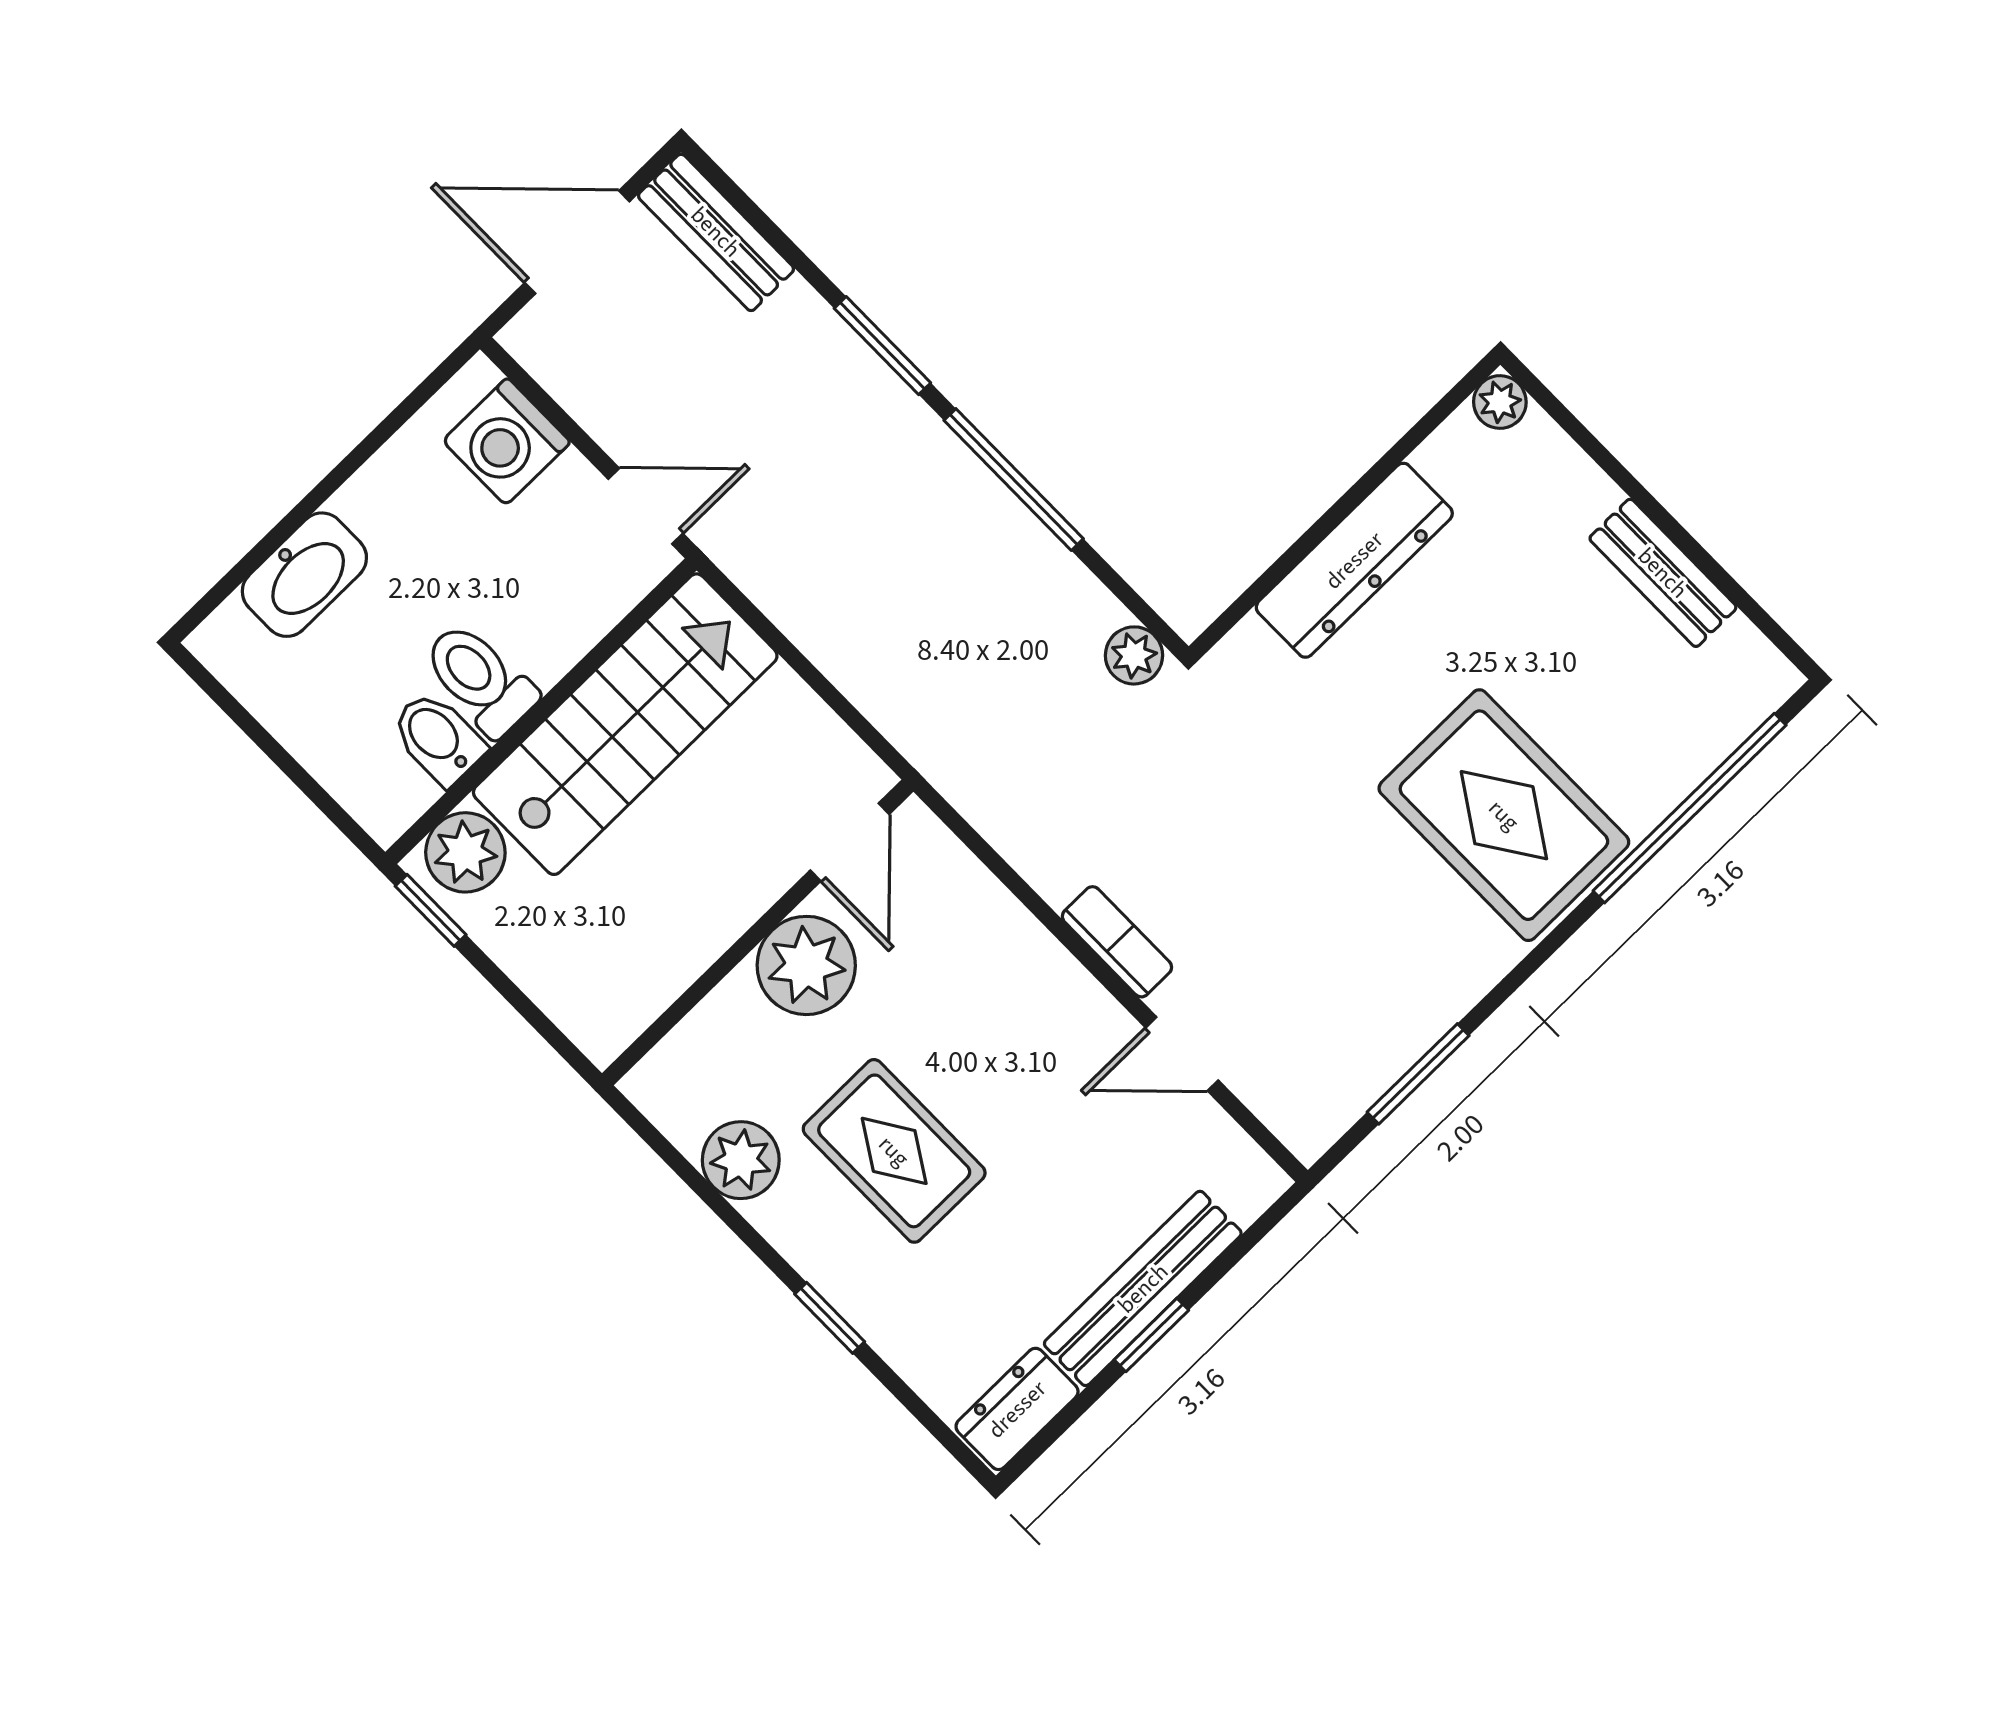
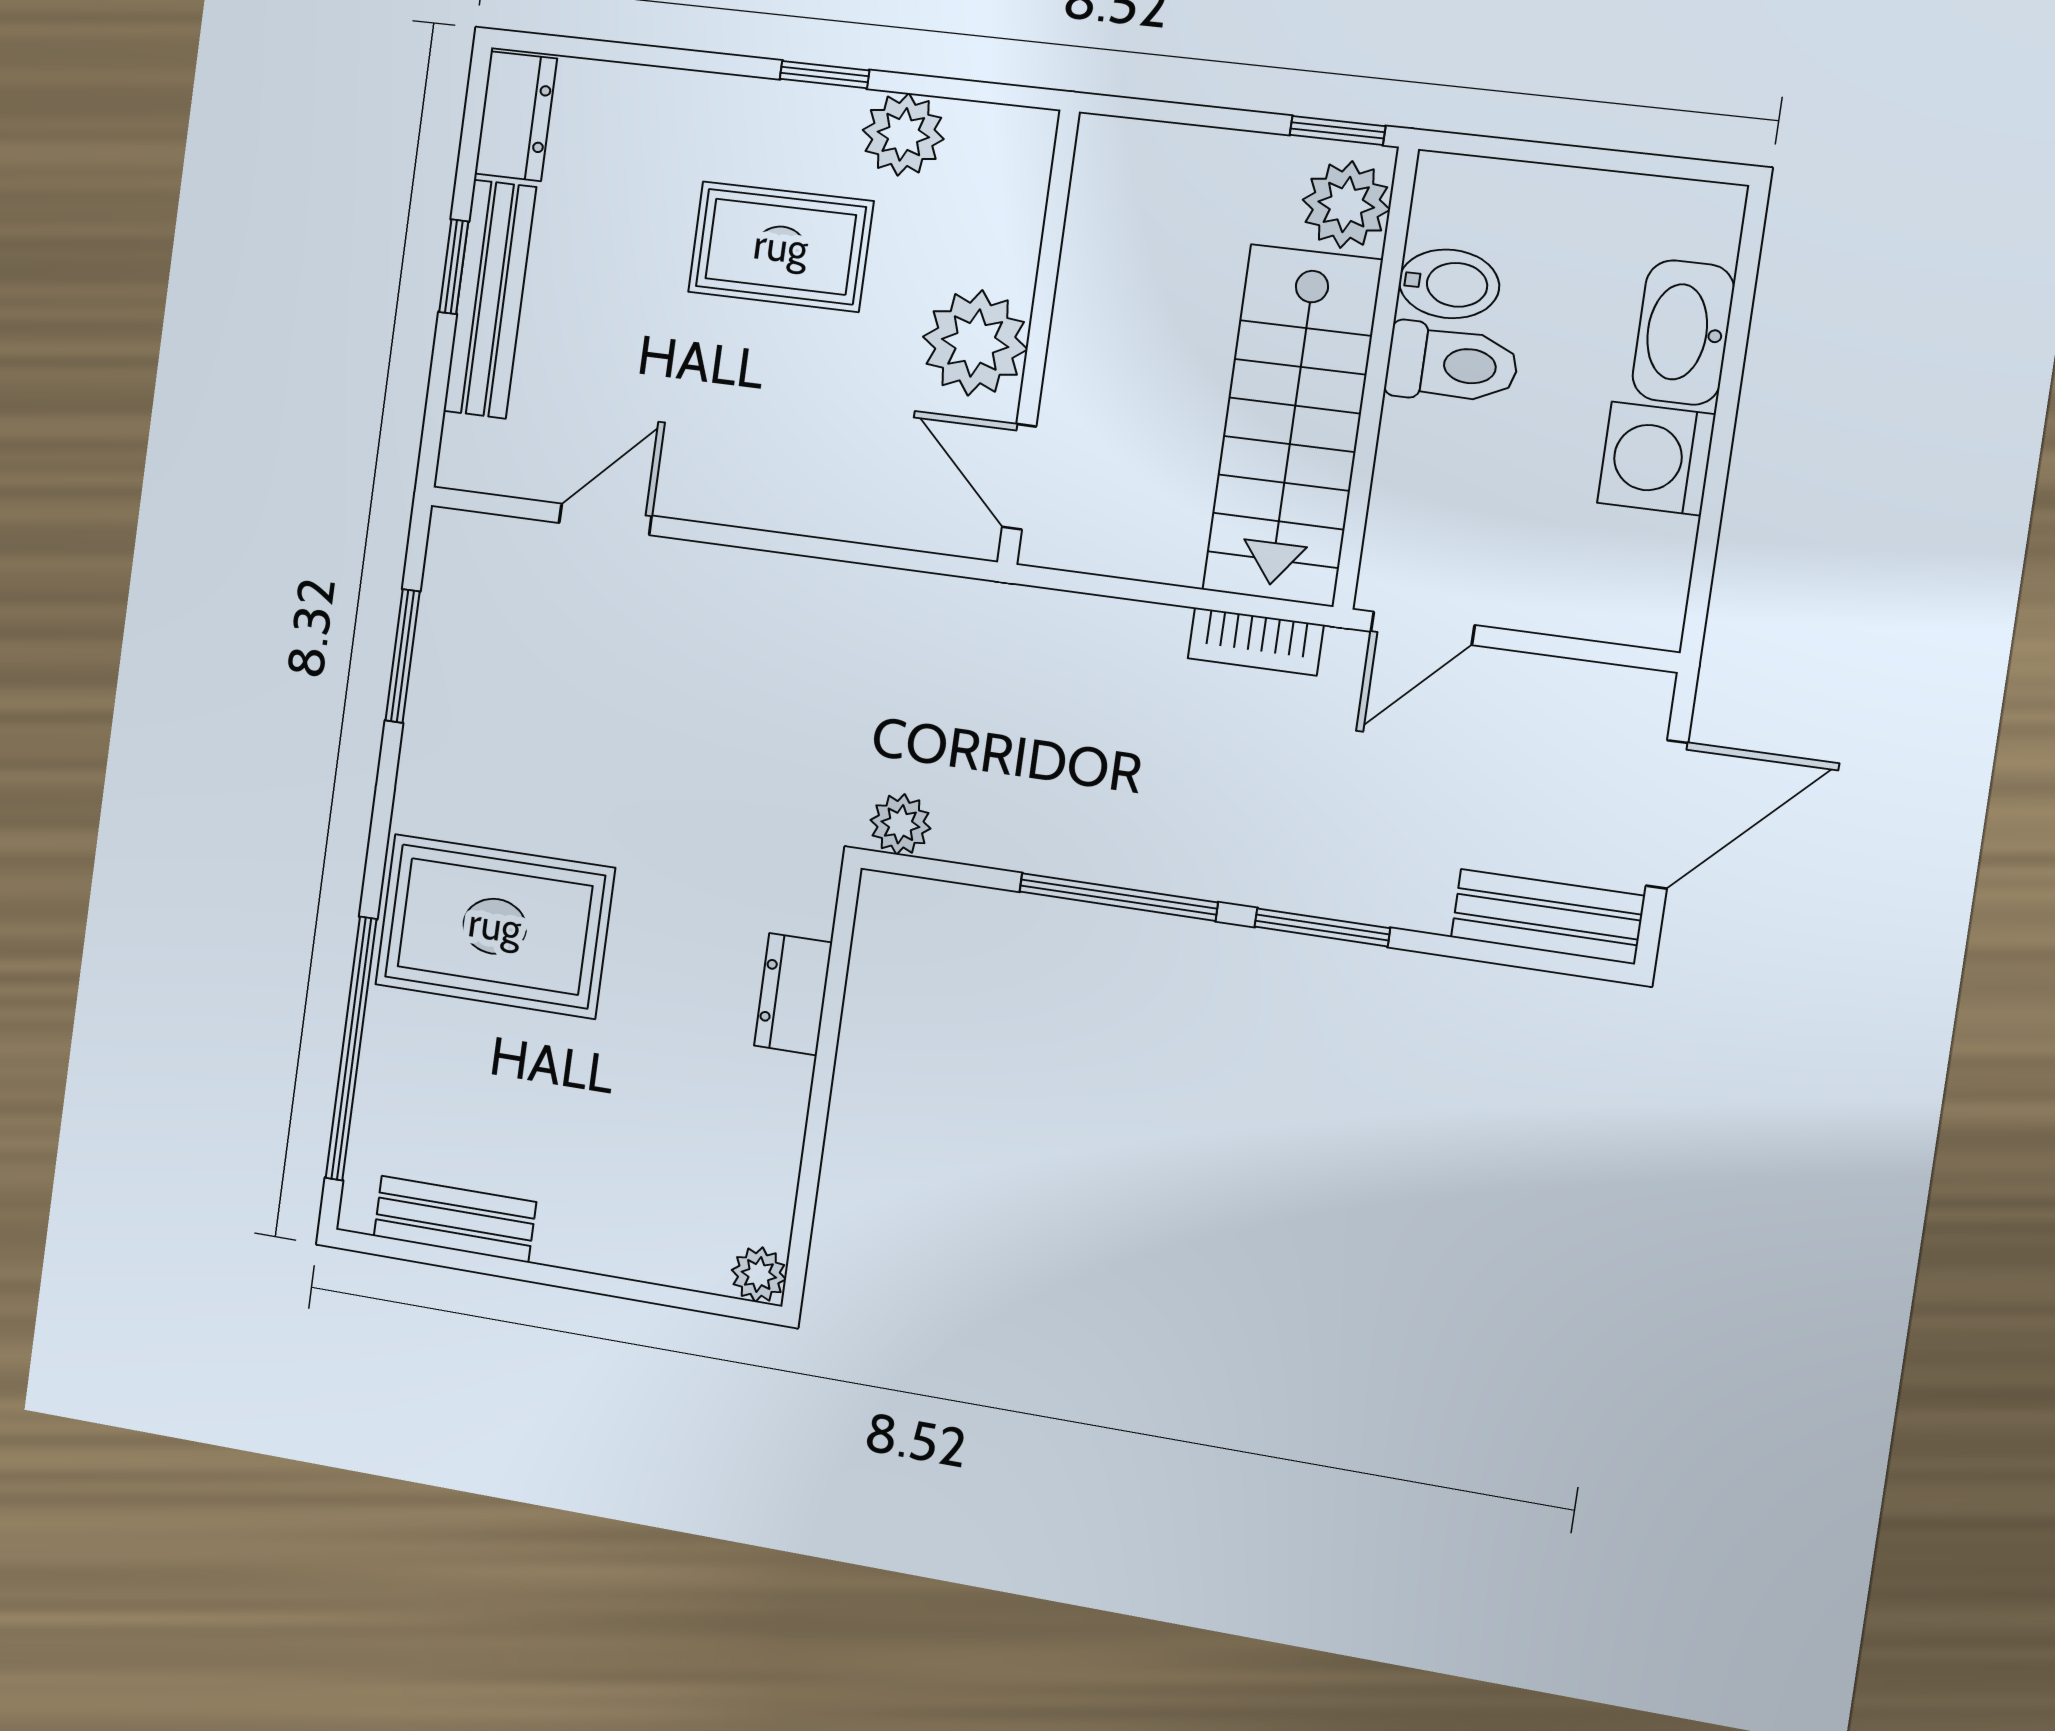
washing machine: (507, 442) -> (1656, 459), moved, turned -90
dresser: (1354, 560) -> (793, 994), width x0.51, depth x0.80
bench: (1663, 573) -> (455, 1219), moved
bookcase: (1117, 942) -> (1256, 642), moved
window: (830, 1318) -> (825, 75), moved

